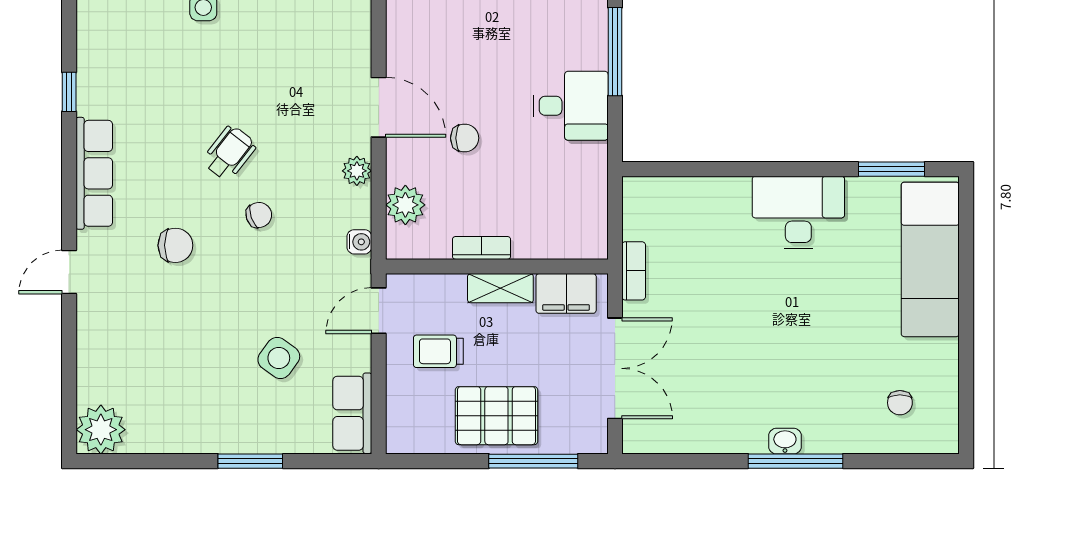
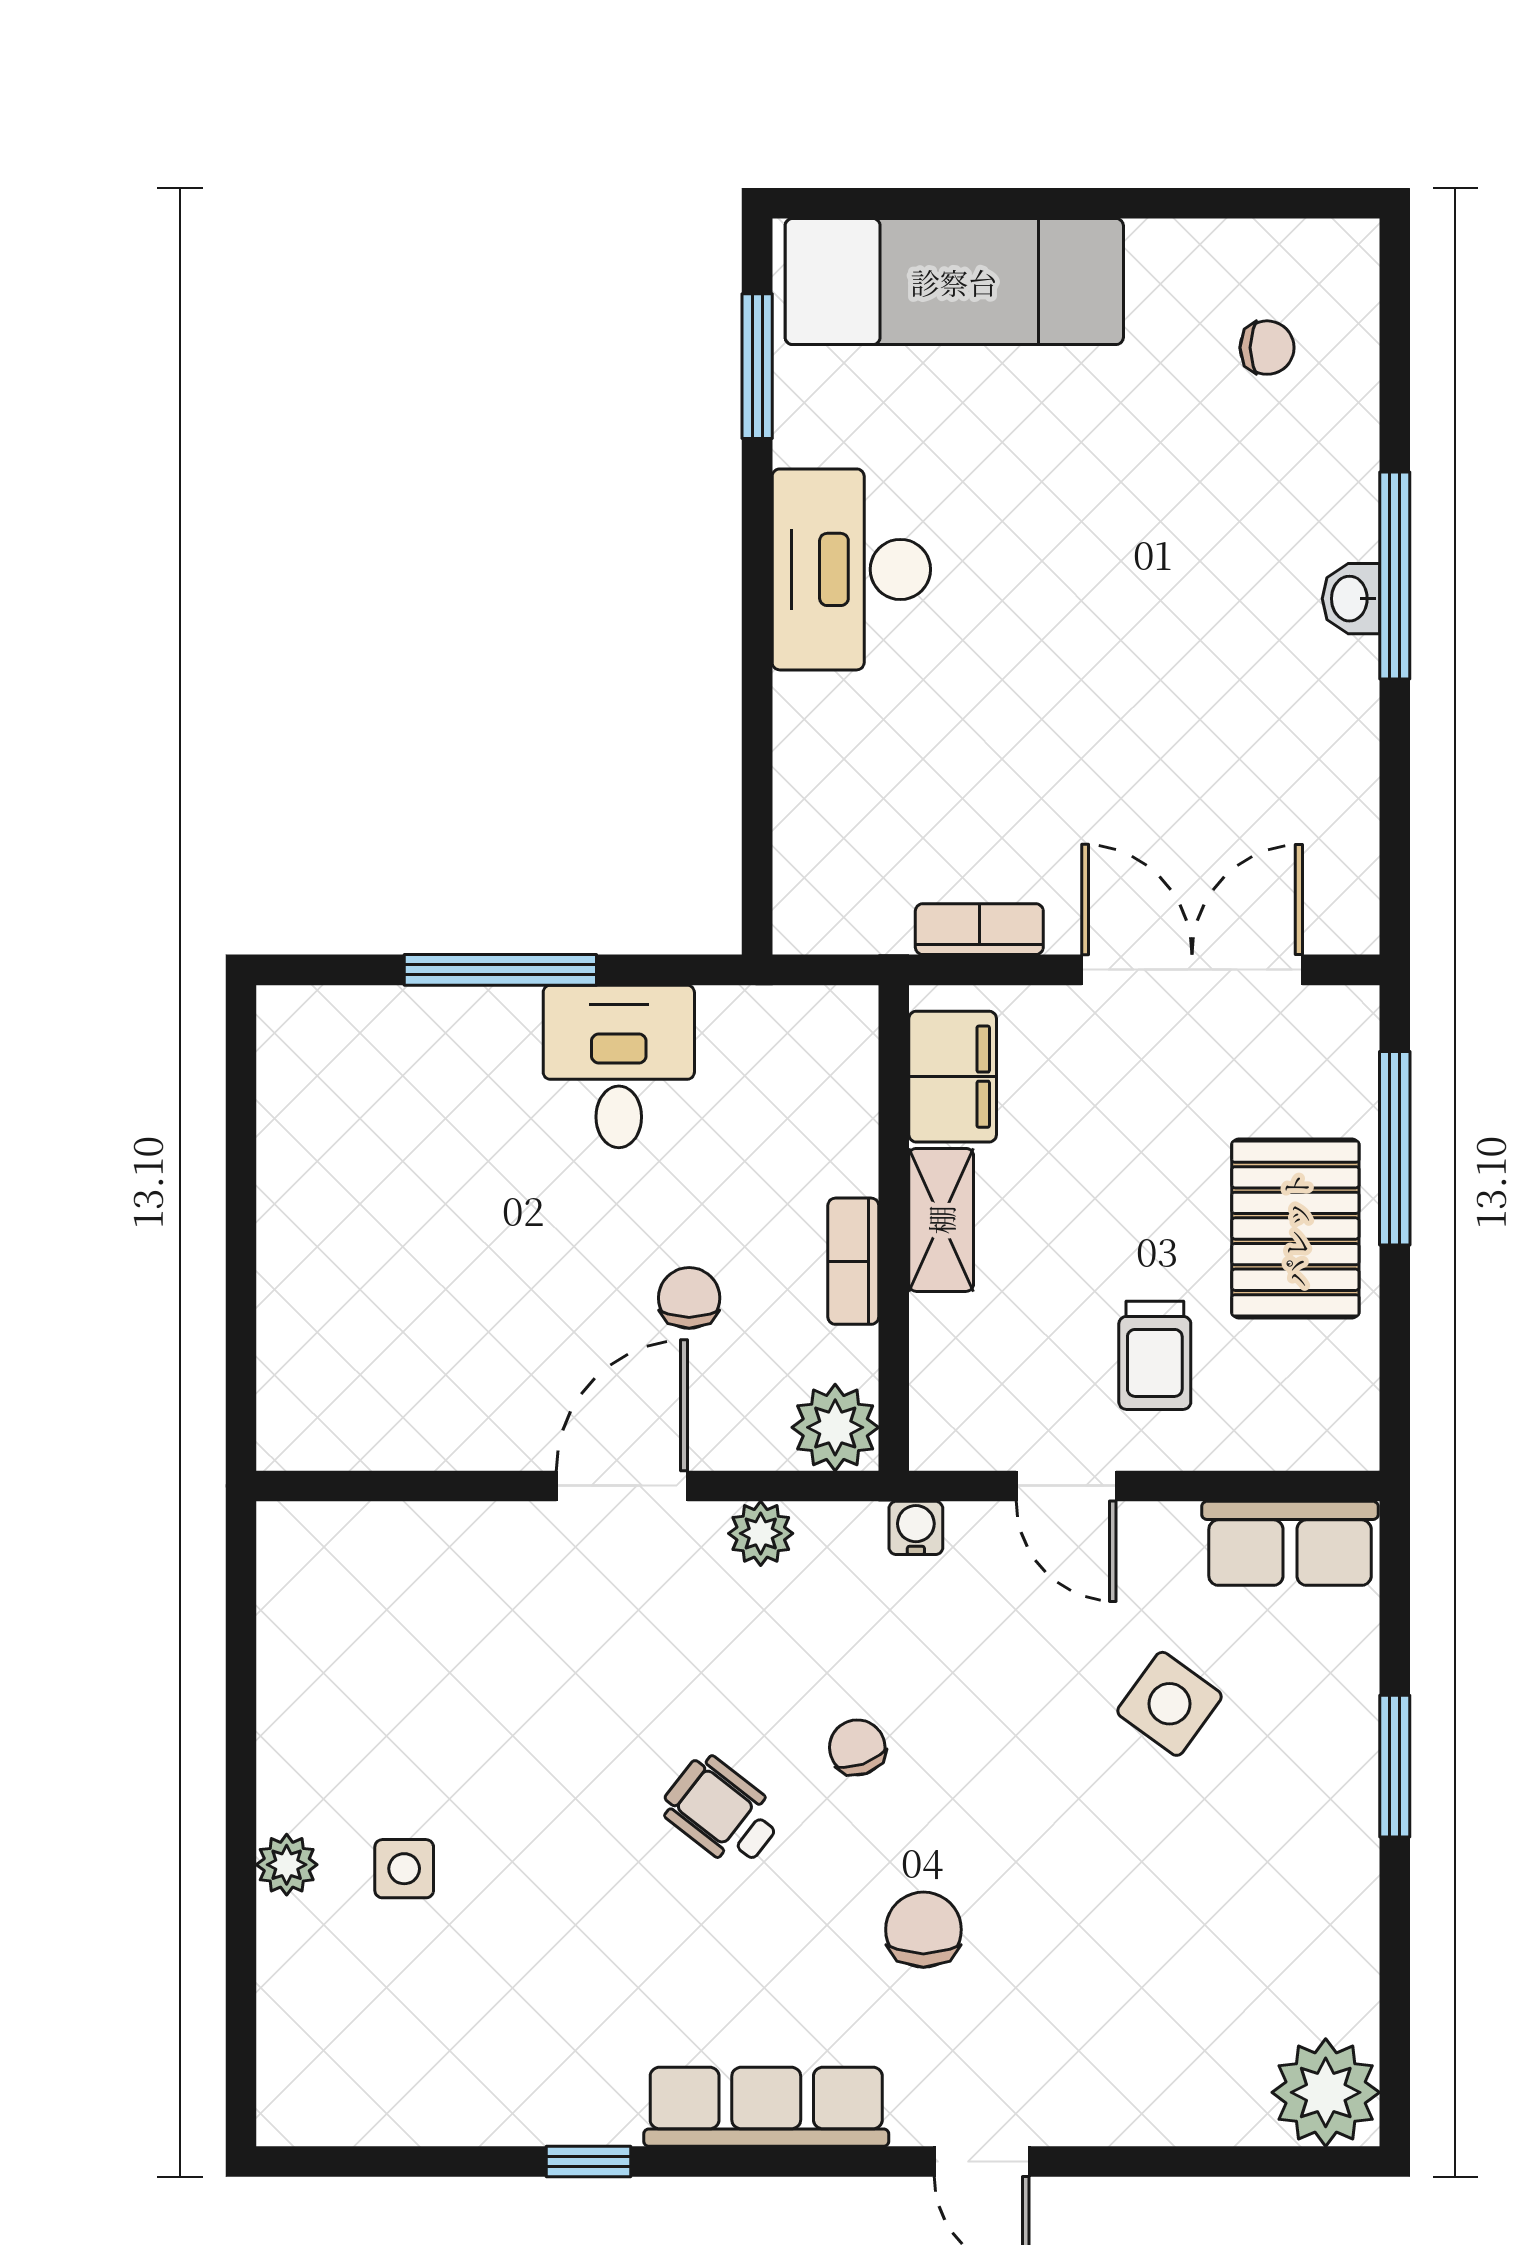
bookcase: (482, 248) -> (853, 1261), moved
wall: (497, 266) -> (894, 1228), moved
shelving: (500, 288) -> (941, 1220), moved
filing cabinet: (566, 293) -> (953, 1077), moved

